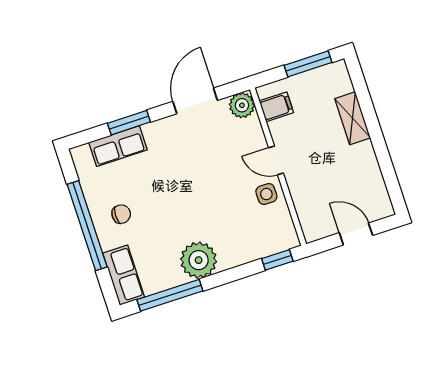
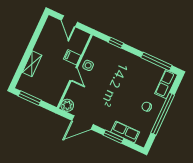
filing cabinet: (276, 107) -> (72, 57), moved
plant: (199, 260) -> (134, 64), removed
window: (277, 260) -> (116, 43), moved

